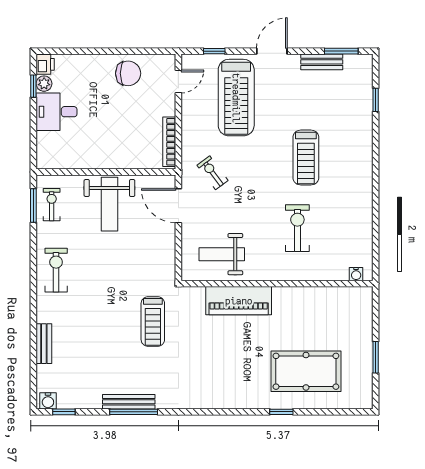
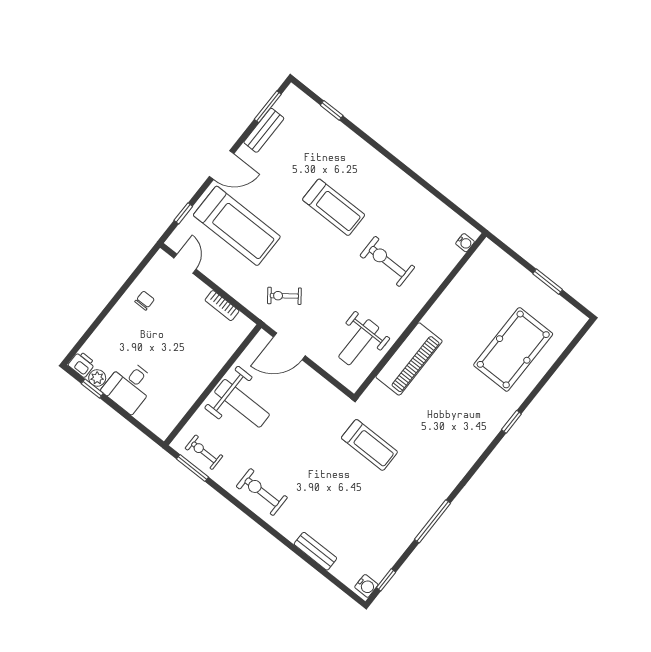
door: (272, 51) -> (222, 165), swing flipped
chair: (128, 73) -> (145, 301), width x0.54, depth x0.54
bookcase: (169, 142) -> (222, 306), width x0.64
bench: (129, 402) -> (421, 519), removed
window: (281, 412) -> (511, 422), moved

